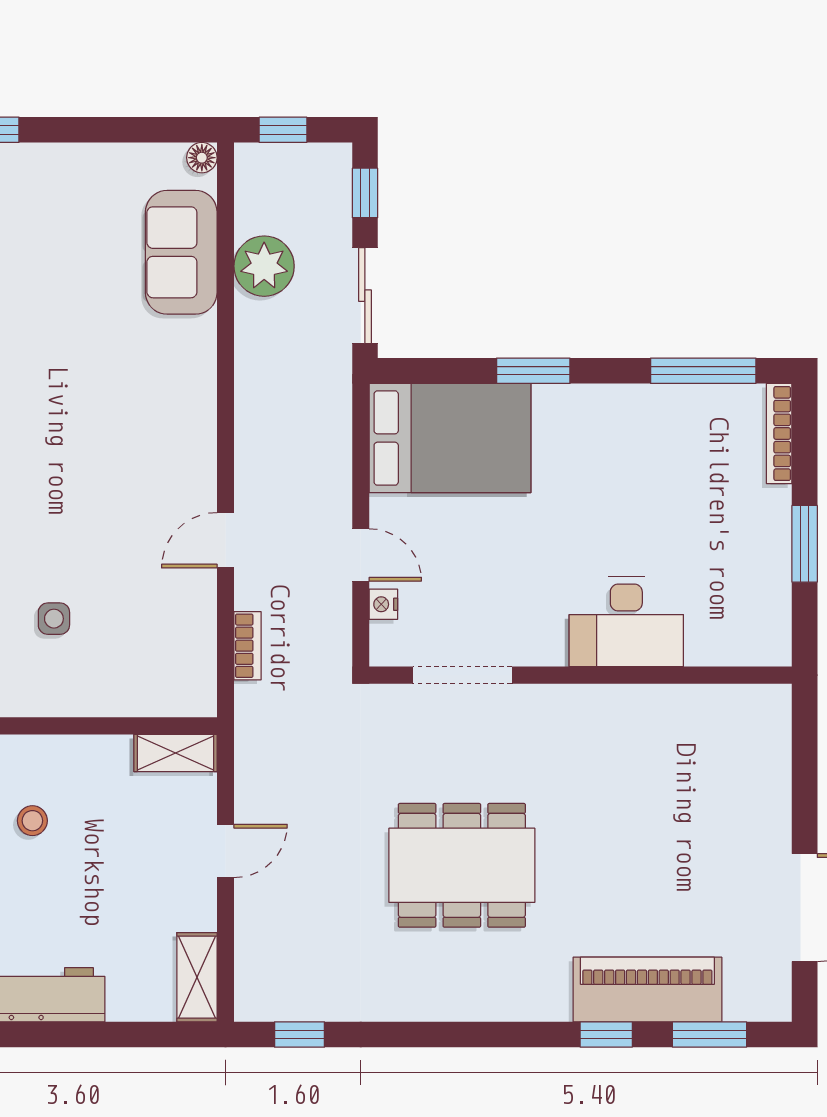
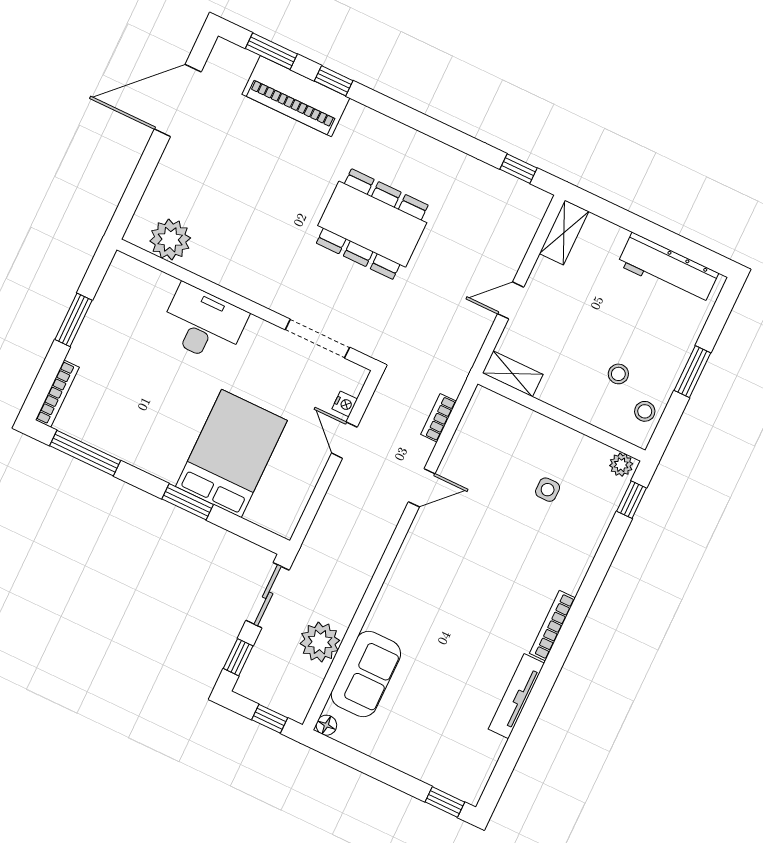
bed: (450, 438) -> (231, 454), moved, turned 90
plant: (725, 715) -> (170, 240), added

